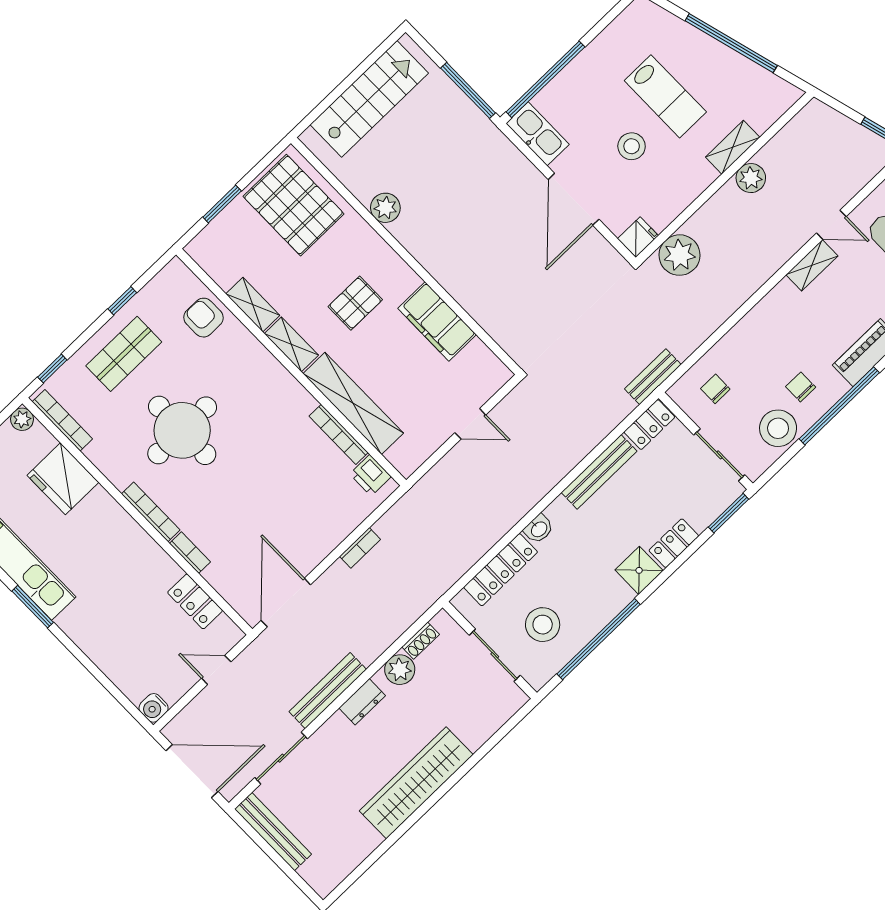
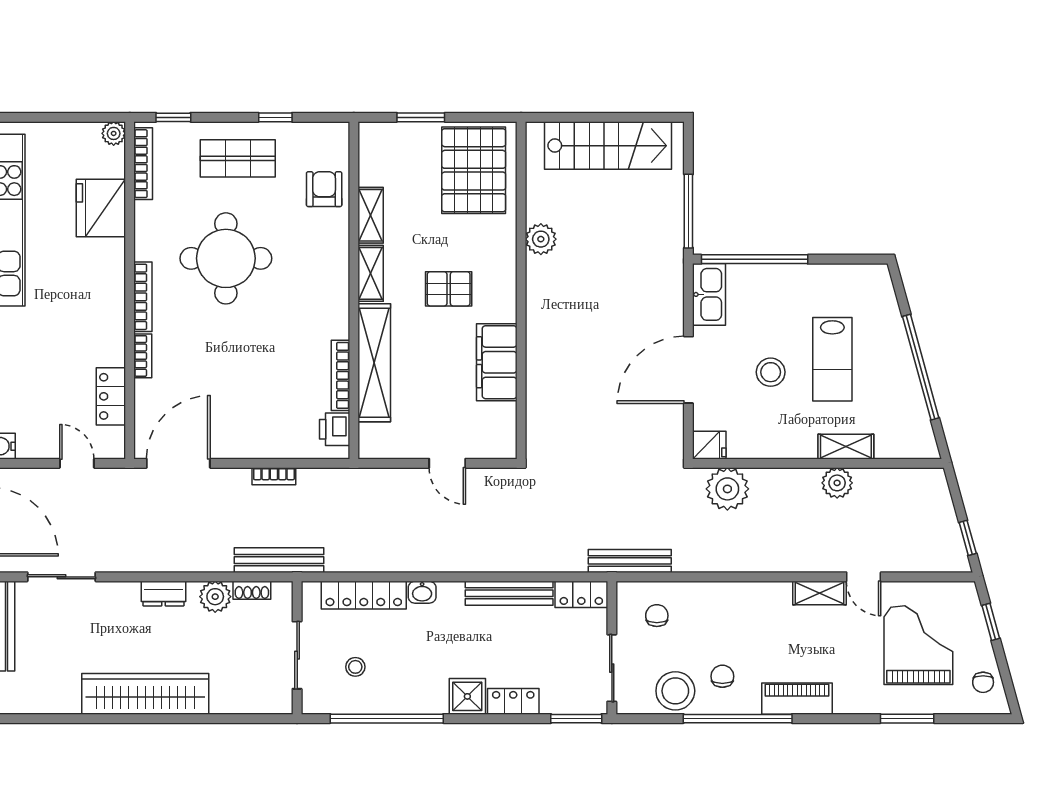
bench: (653, 377) -> (630, 561), width x1.36
stool: (543, 625) -> (355, 667), width x0.53, depth x0.53
bench: (328, 691) -> (279, 560), moved

